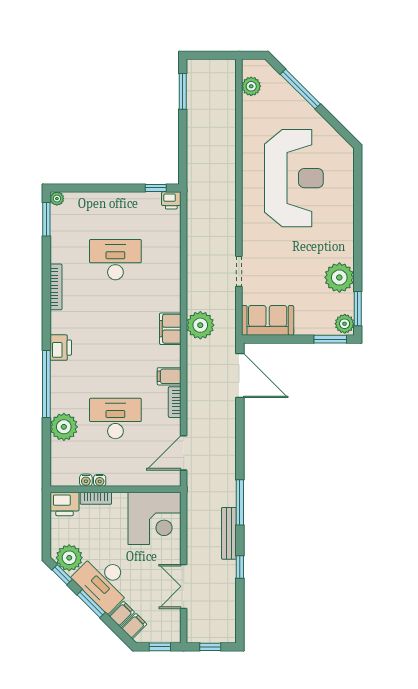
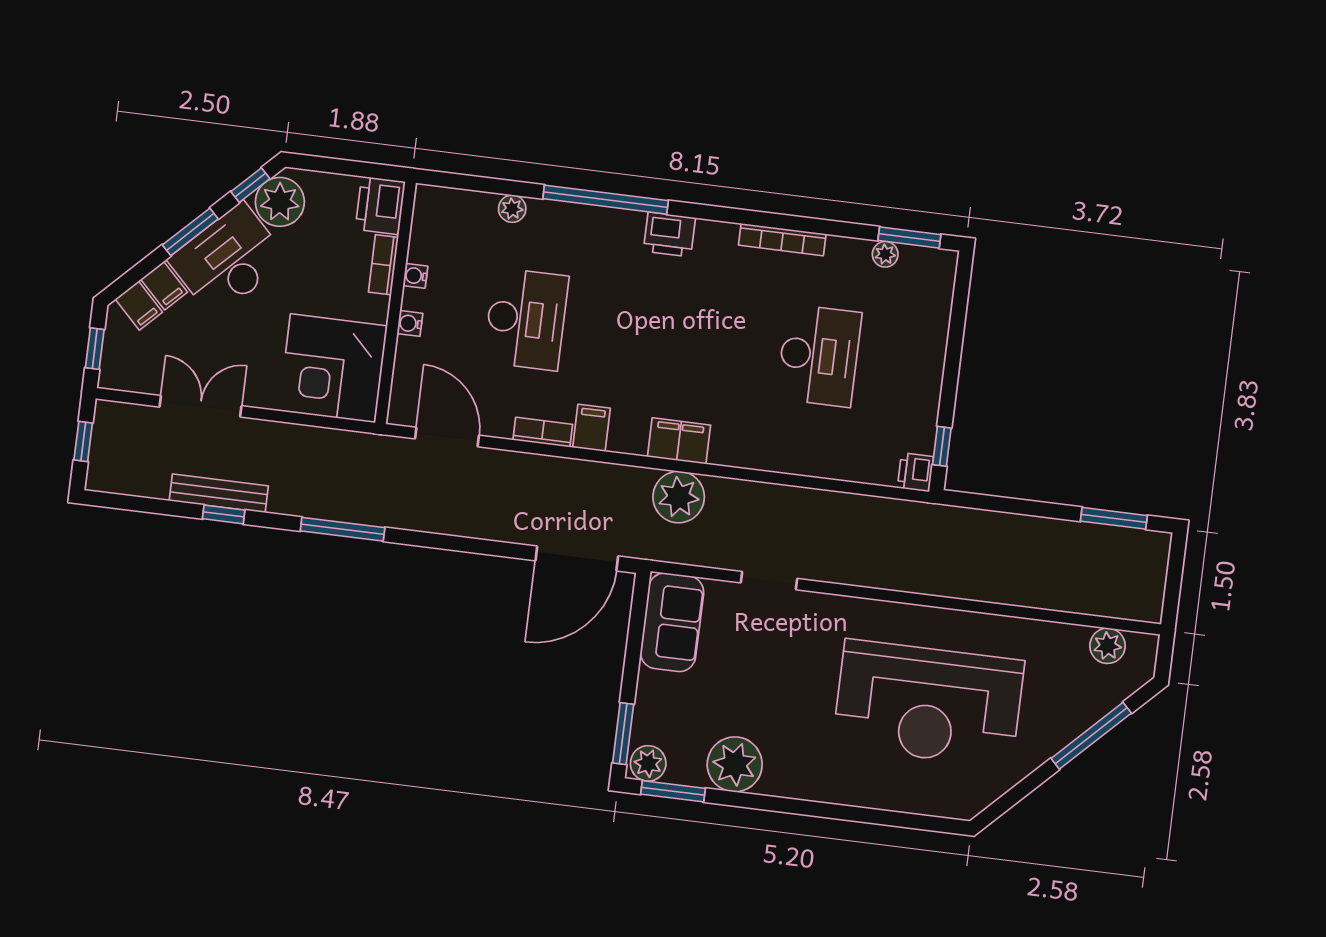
plant: (57, 199) -> (885, 254), moved
plant: (64, 427) -> (512, 209), width x0.53, depth x0.53
water cooler: (86, 480) -> (410, 323), moved
bench: (229, 533) -> (219, 493), moved

